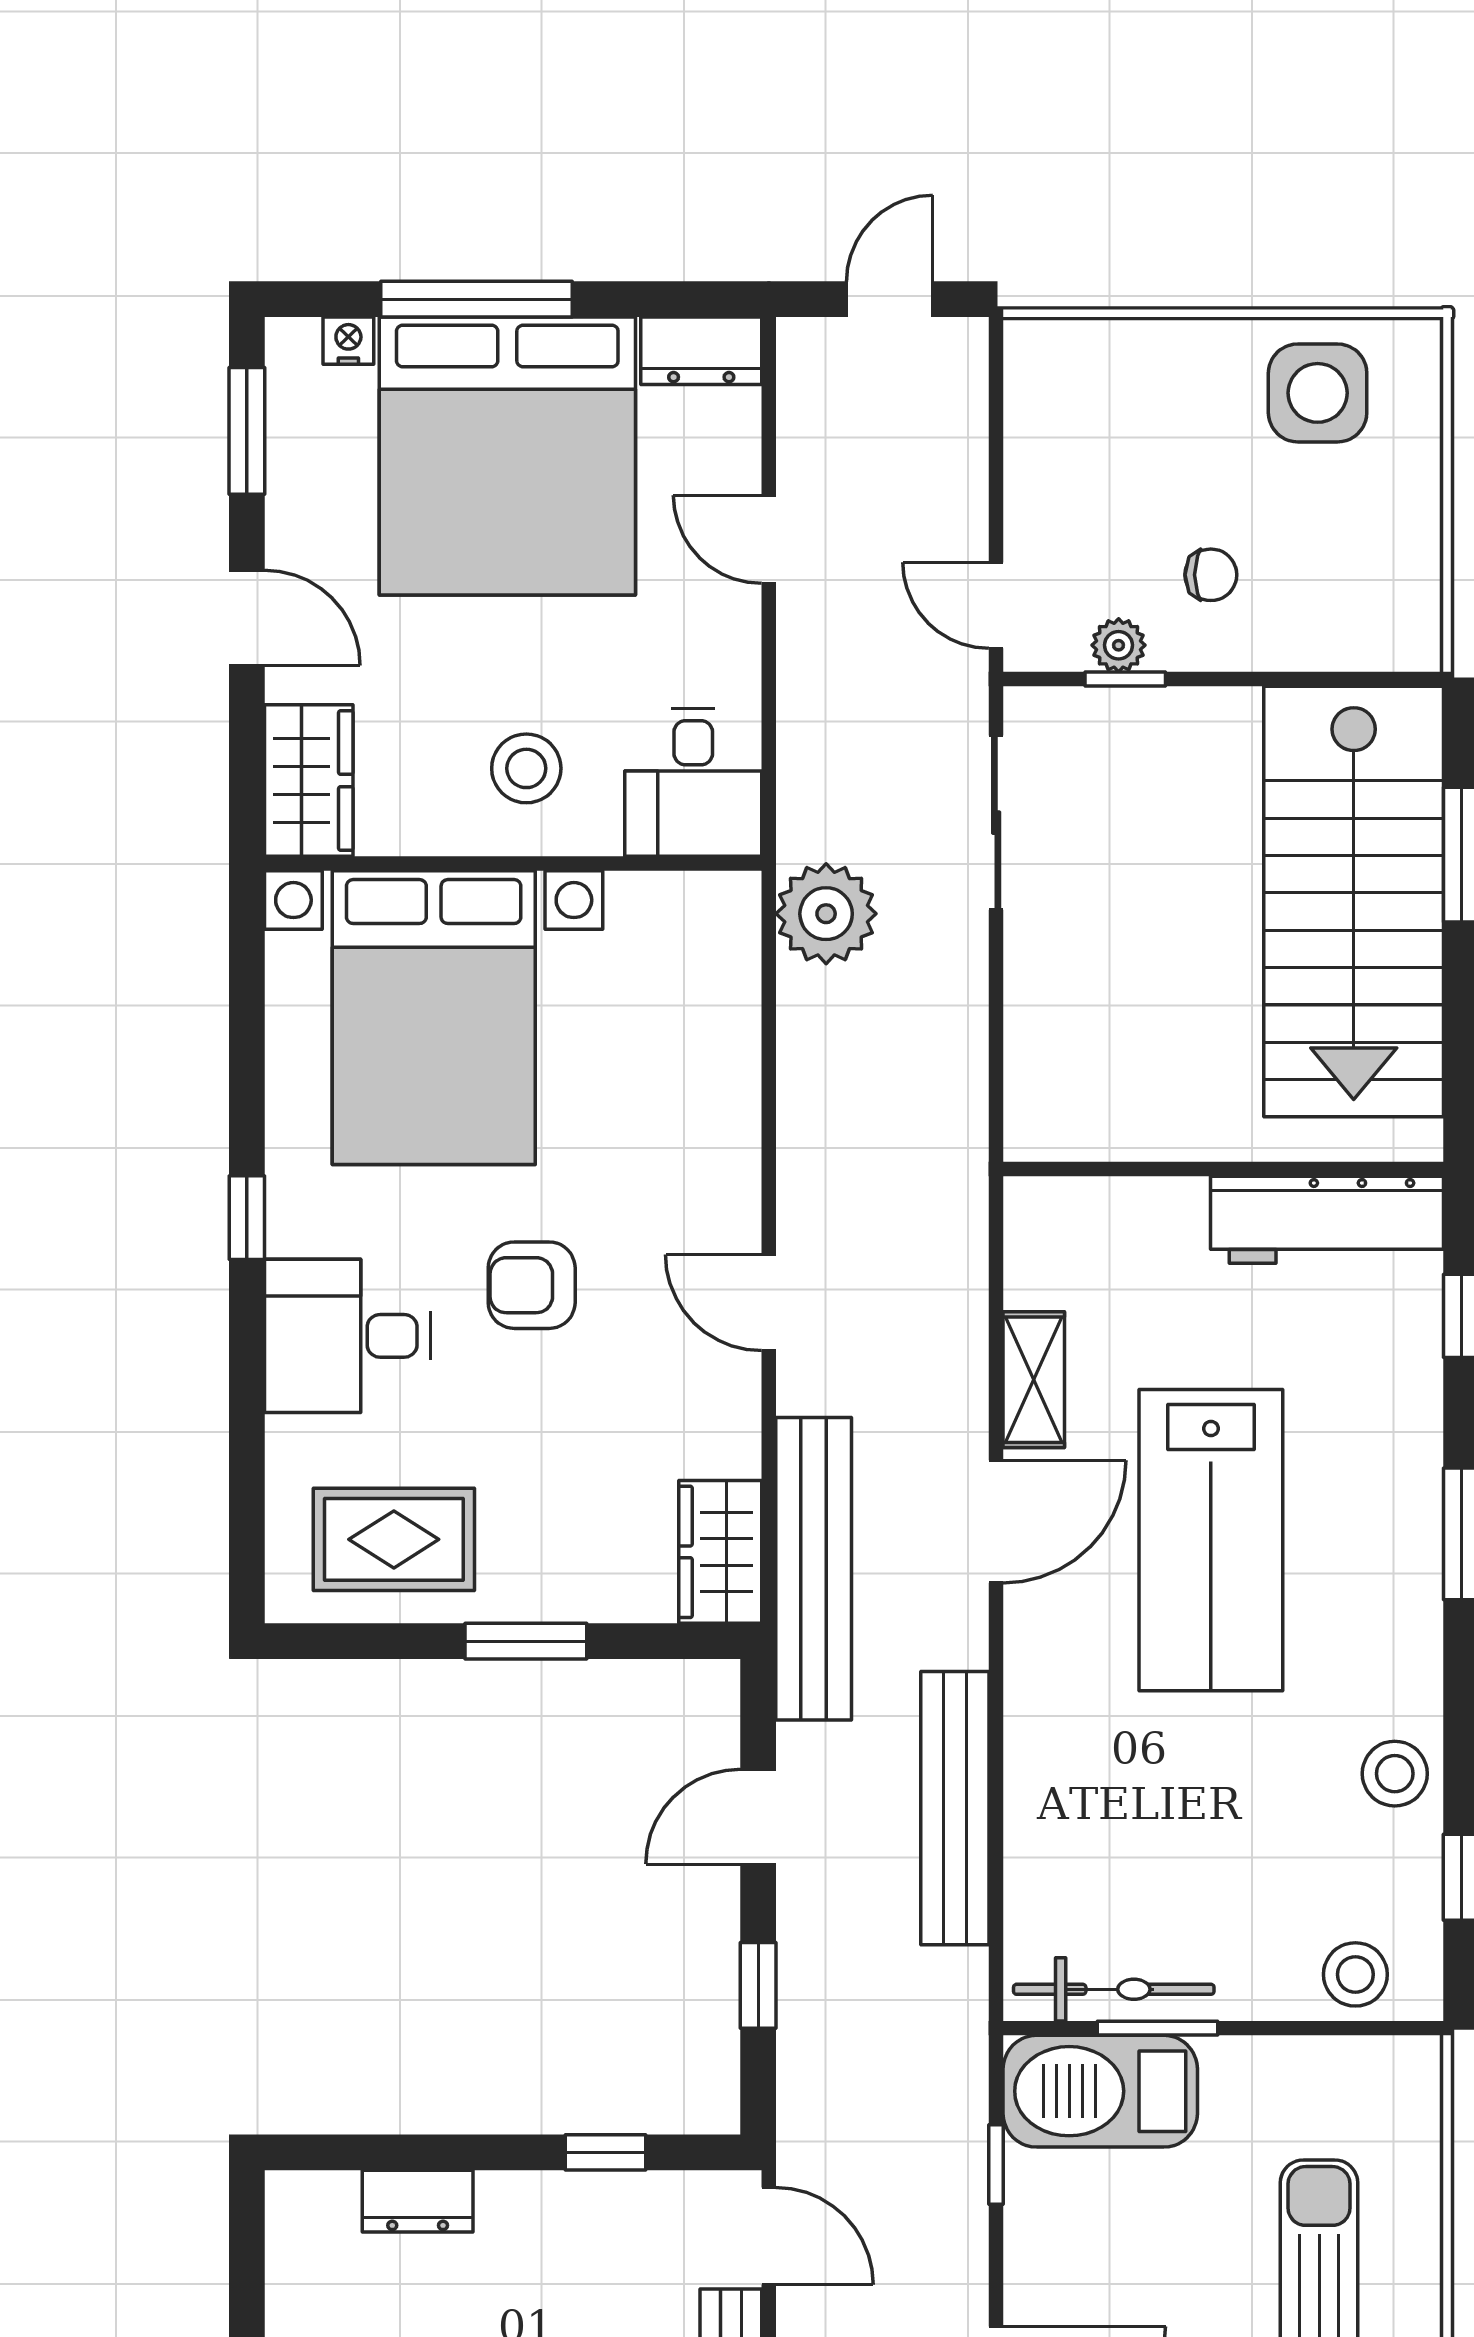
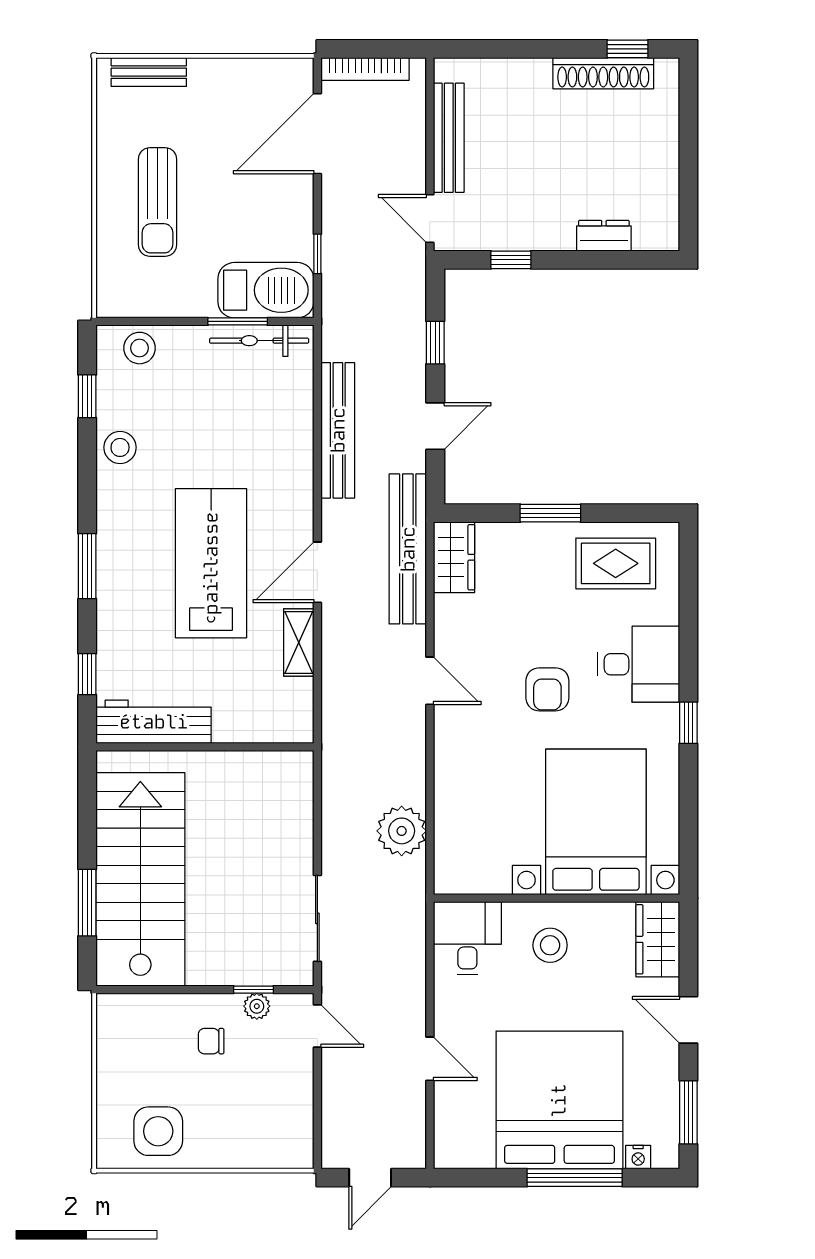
dresser: (701, 351) -> (463, 1152), removed
plant: (826, 914) -> (402, 831), moved
armchair: (532, 1285) -> (547, 689), turned 90

